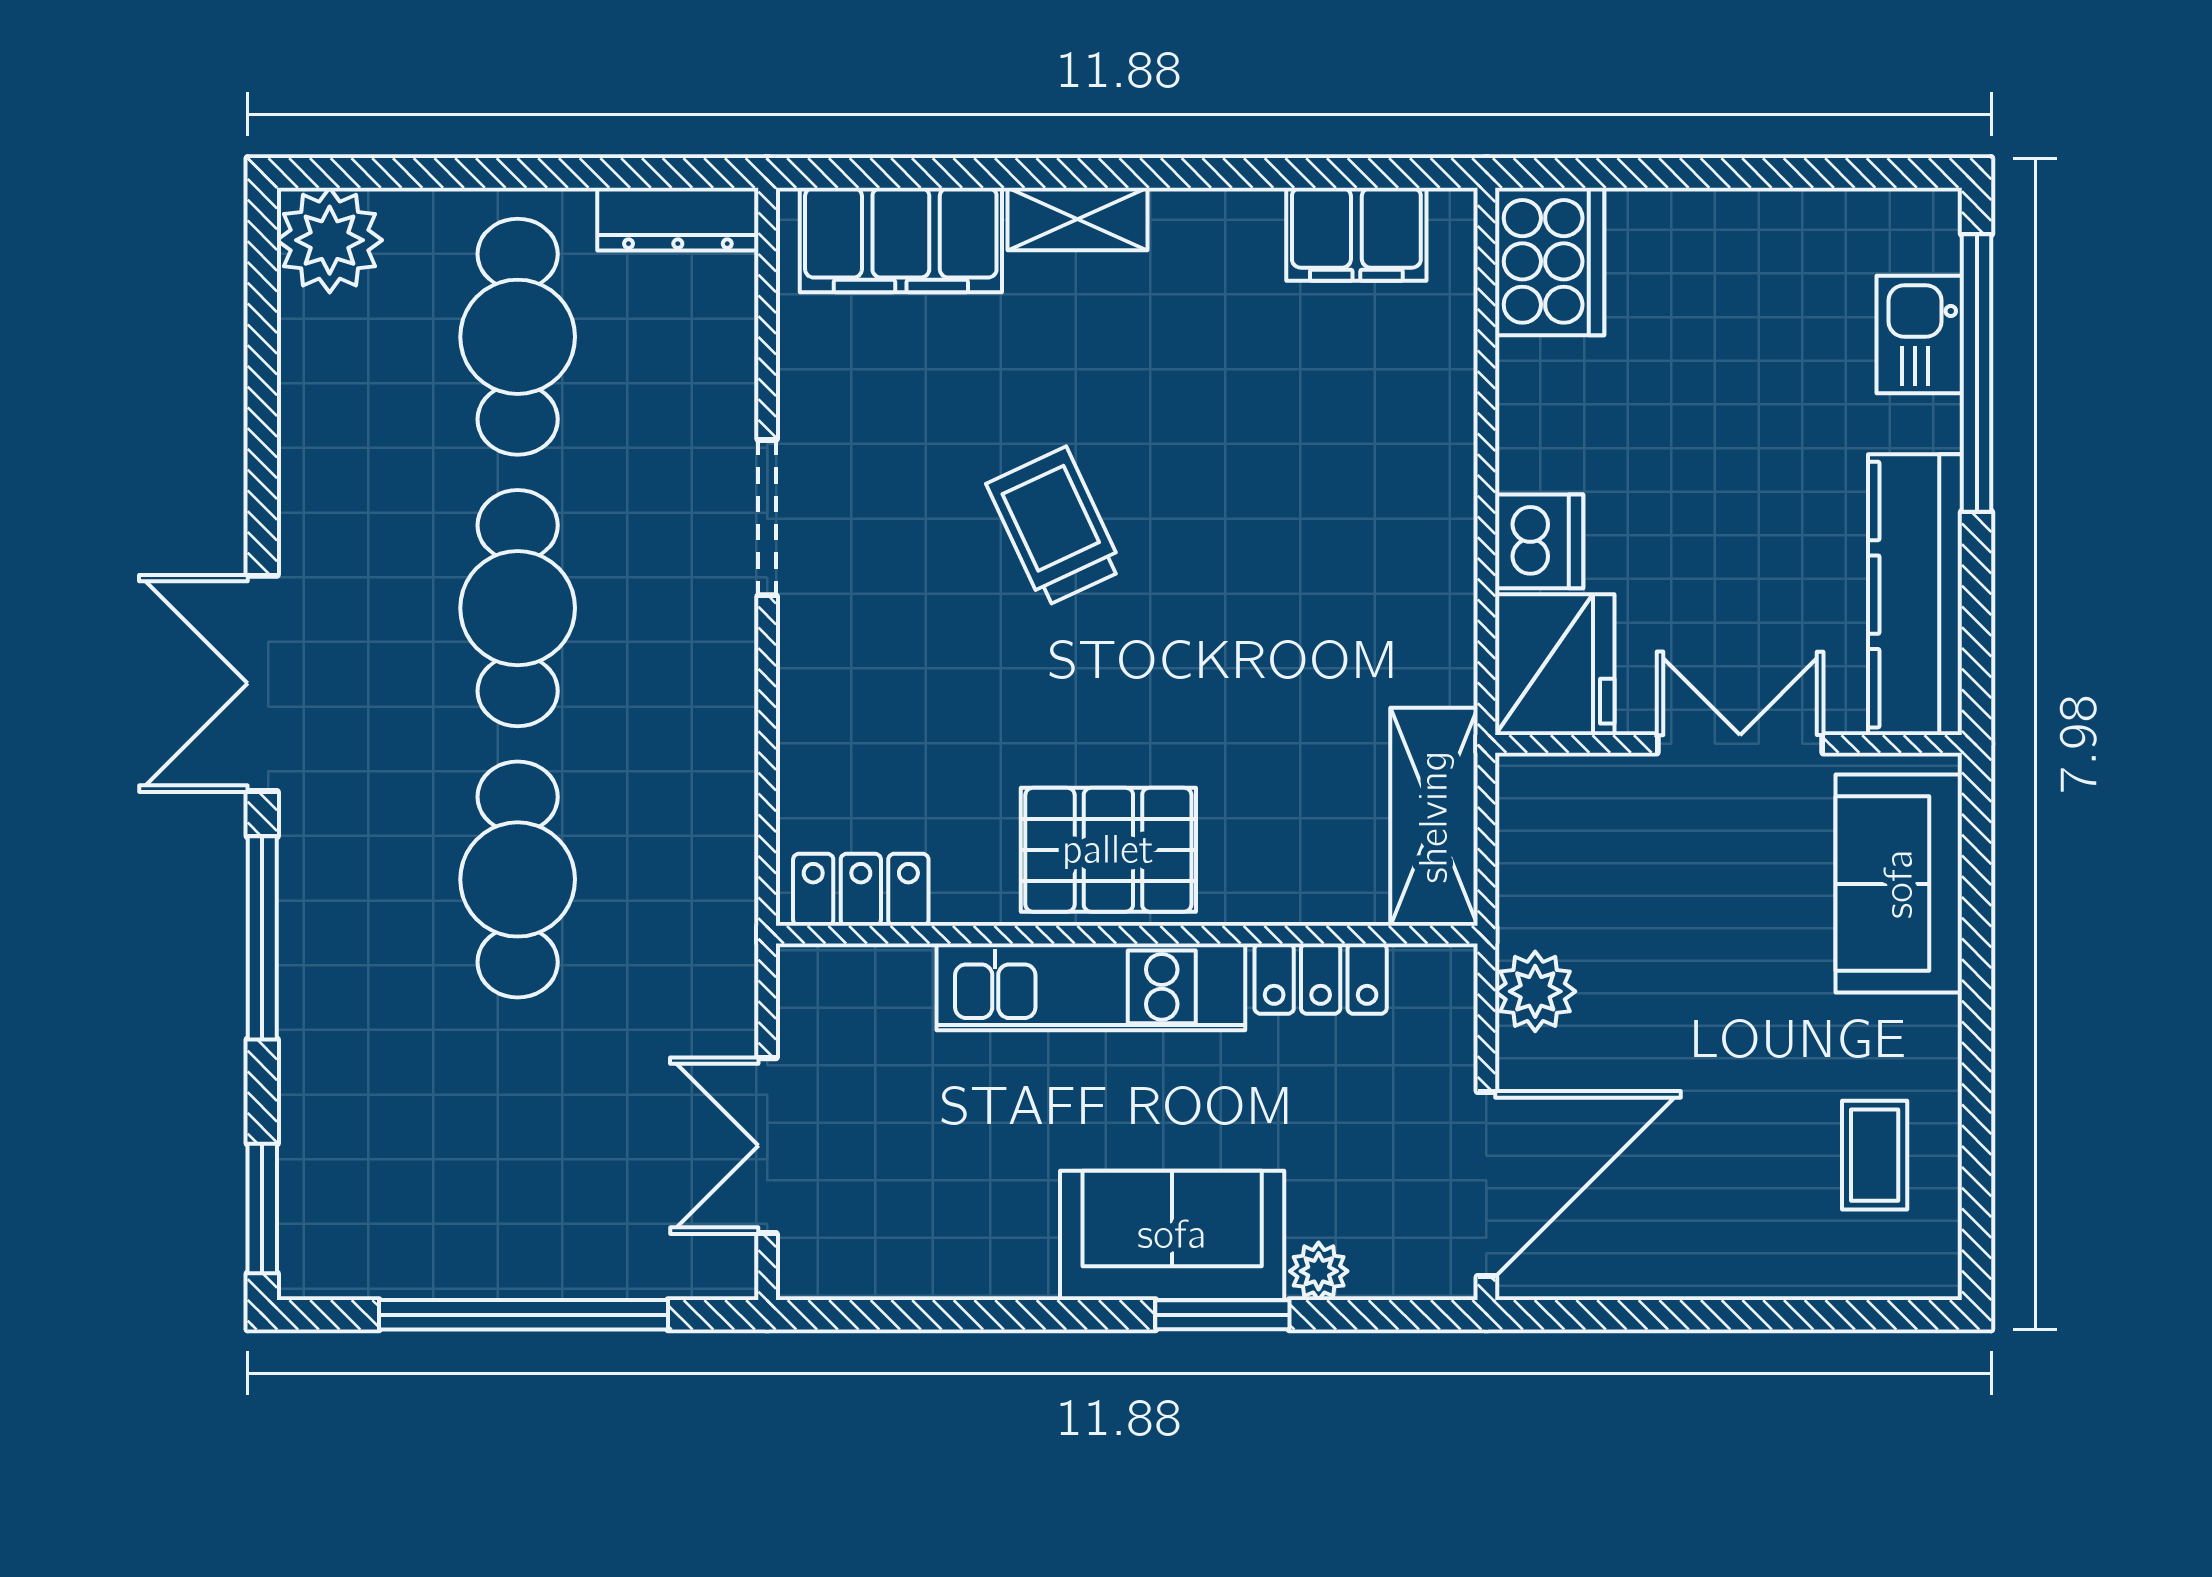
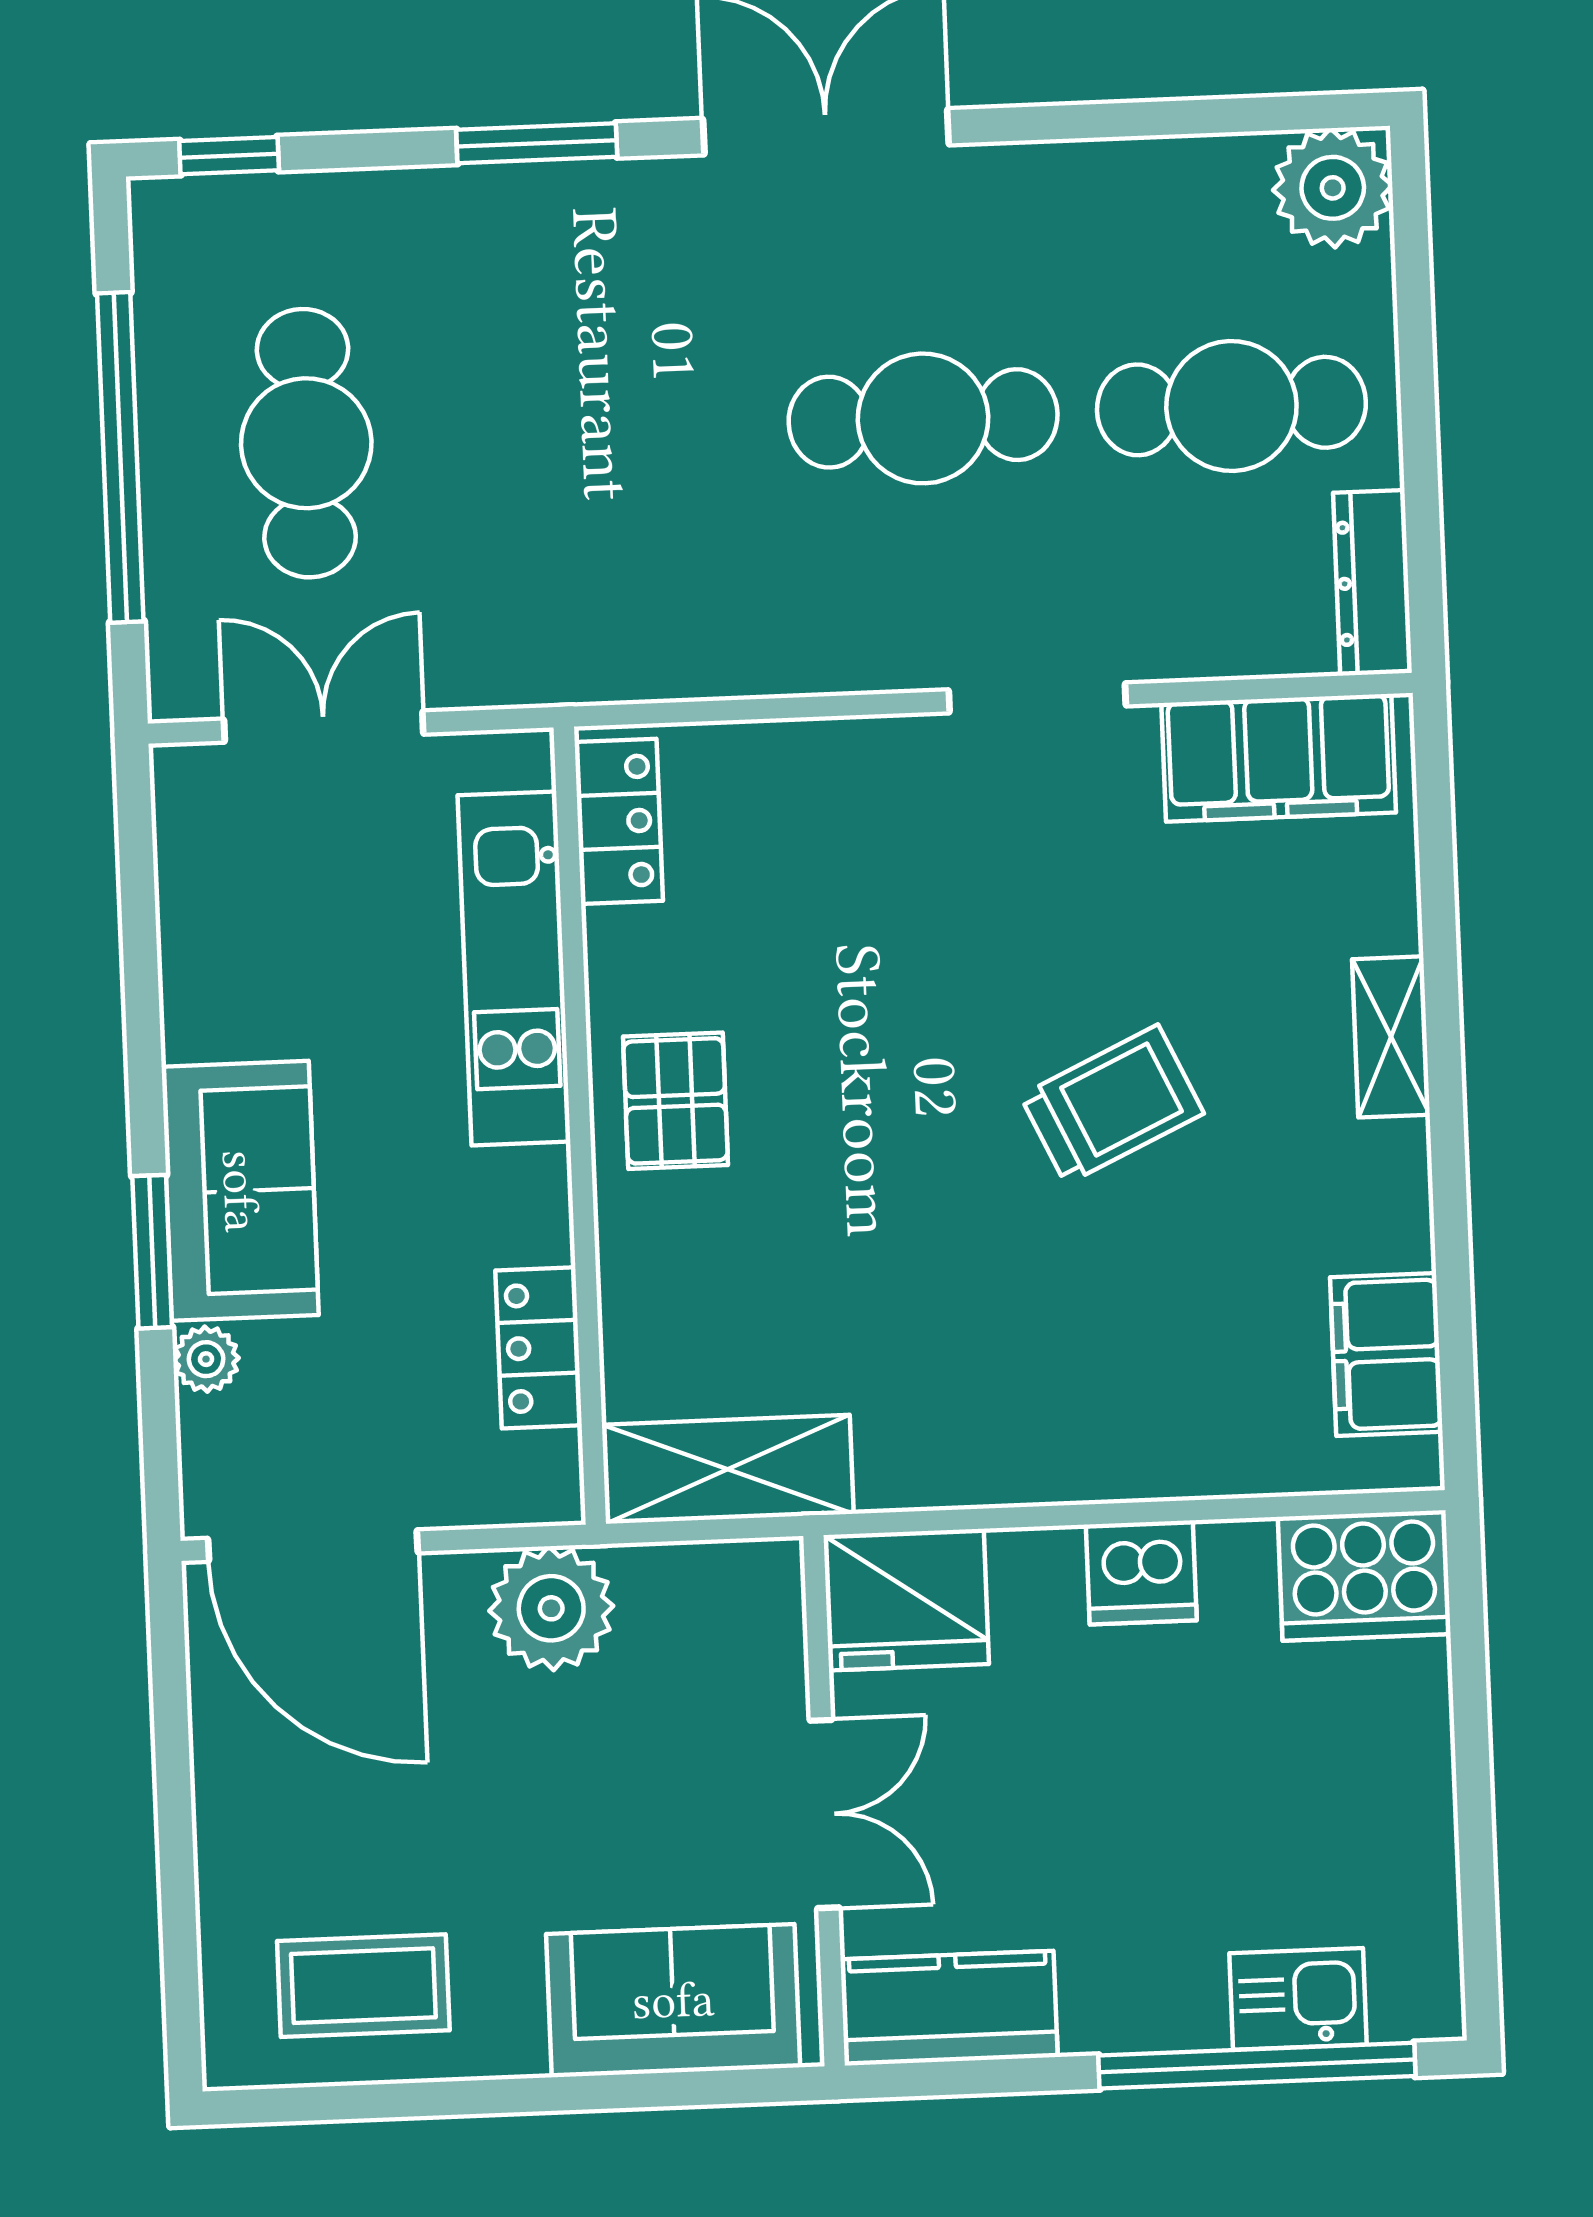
filing cabinet: (901, 240) -> (1279, 758), moved, turned -90
trolley: (1055, 527) -> (1112, 1105), moved
dishwasher: (1539, 541) -> (1141, 1572), moved
kitchen counter: (1915, 595) -> (949, 2008), width x0.67
pallet: (1108, 850) -> (675, 1101), width x0.67, depth x0.71
cafe table: (518, 879) -> (306, 443), moved, turned 90
window: (262, 938) -> (537, 143), width x0.69
kitchen unit: (1091, 987) -> (514, 968), moved
plant: (1535, 991) -> (551, 1608), width x1.36, depth x1.36
coffee table: (1875, 1155) -> (363, 1986), width x1.36, depth x1.30
window: (262, 1209) -> (229, 156), width x0.67

